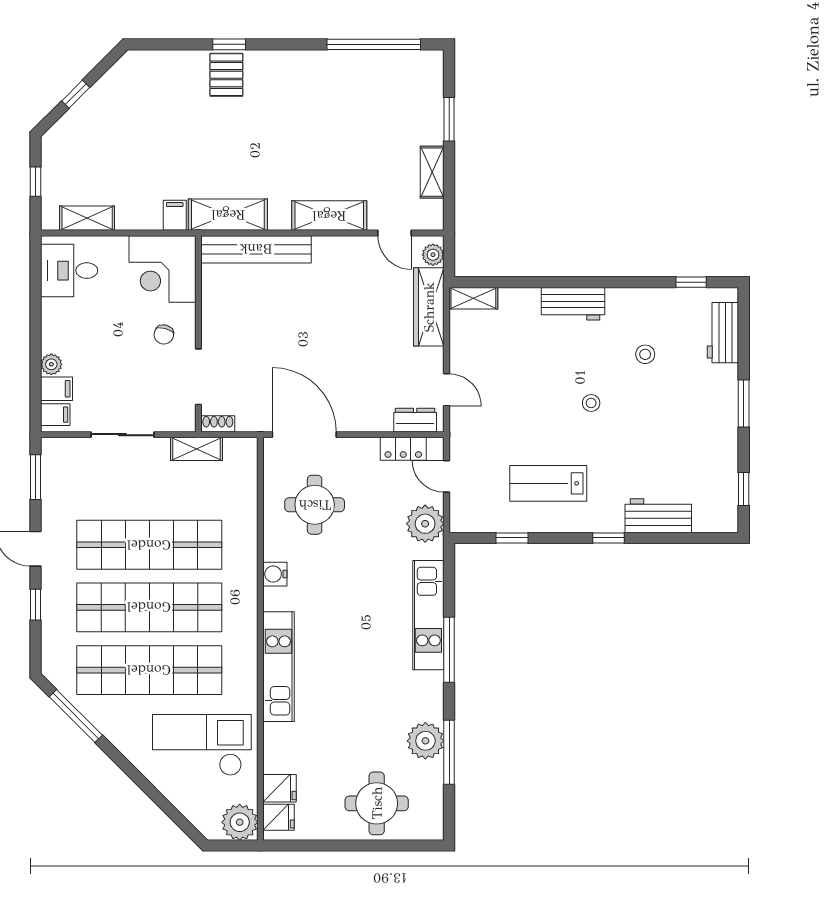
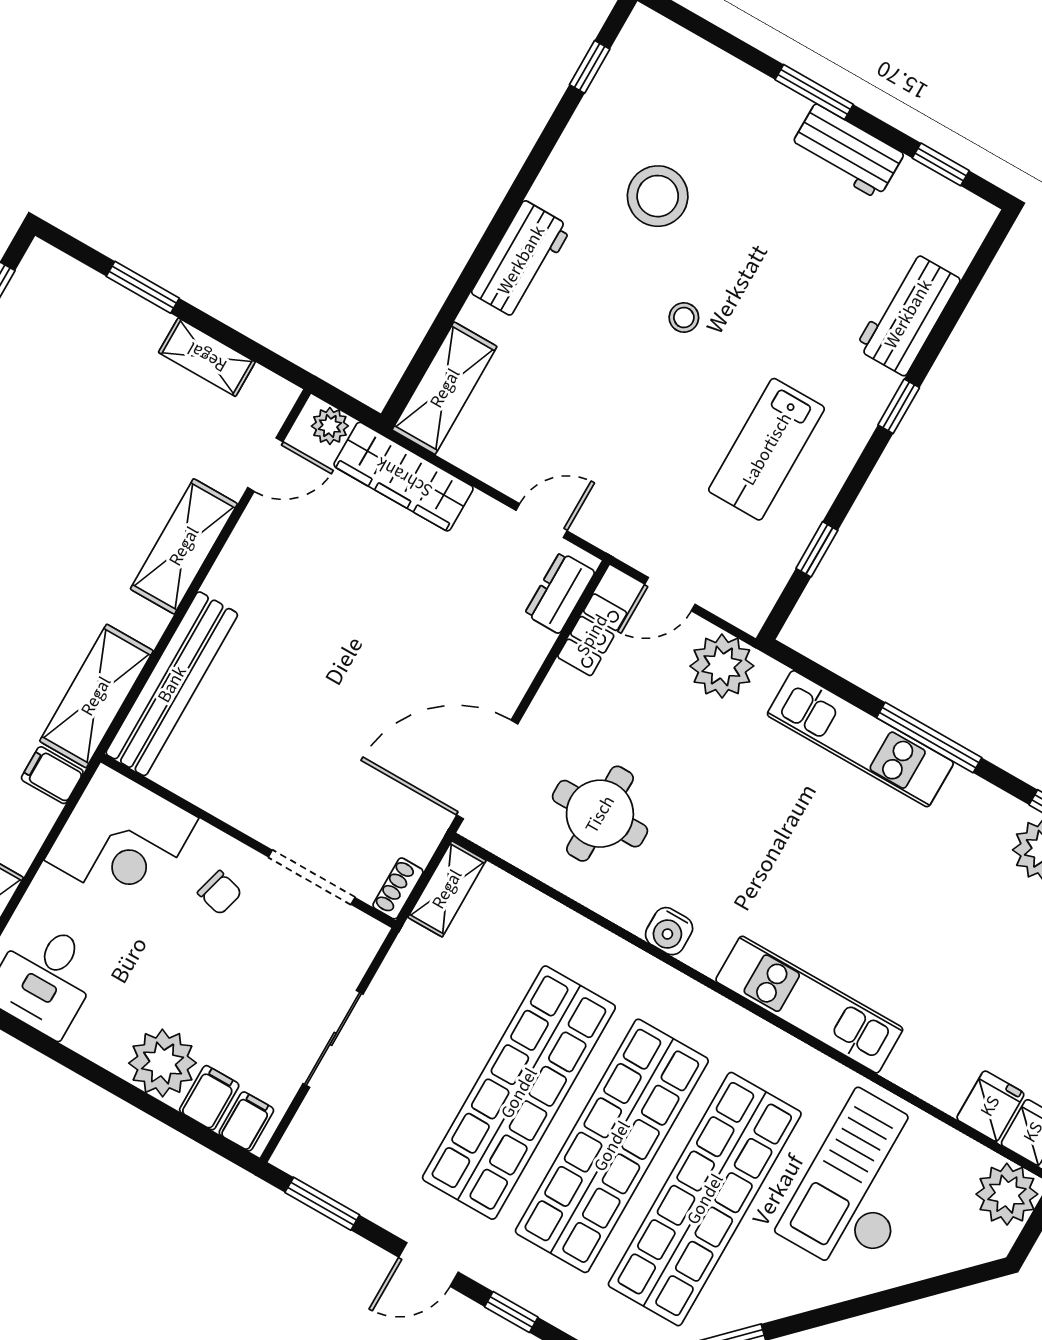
shelving: (473, 298) -> (445, 388), width x1.50, depth x1.33
workbench: (723, 333) -> (847, 151), moved
stool: (645, 354) -> (658, 196), width x1.89, depth x1.89
plant: (51, 364) -> (163, 1063), width x1.88, depth x1.88
shelving: (197, 449) -> (447, 889), moved

